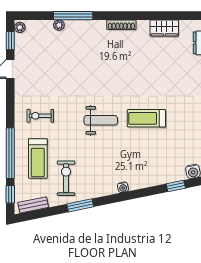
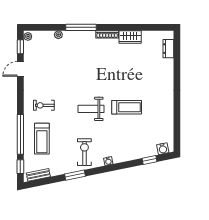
window: (73, 16) -> (81, 27), moved
wardrobe: (164, 28) -> (130, 37), moved
treadmill: (146, 118) -> (127, 107), turned 180
weight bench: (101, 120) -> (91, 109), turned 180
exercise bike: (66, 178) -> (84, 152), moved

